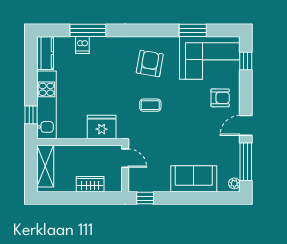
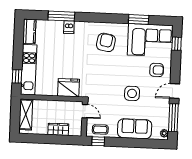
dishwasher: (82, 45) -> (69, 27), moved
coffee table: (150, 105) -> (100, 129), moved
side table: (188, 131) -> (132, 93), added

